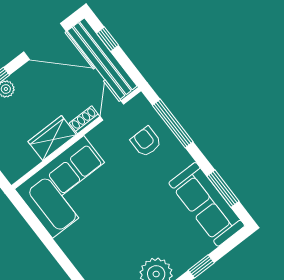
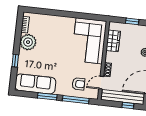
door: (112, 110) -> (101, 83), swing flipped
wardrobe: (52, 138) -> (113, 41), moved
window: (223, 189) -> (47, 96), moved

